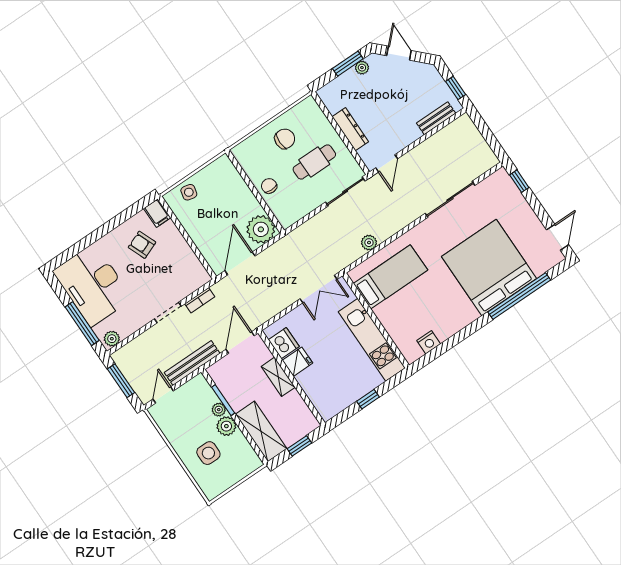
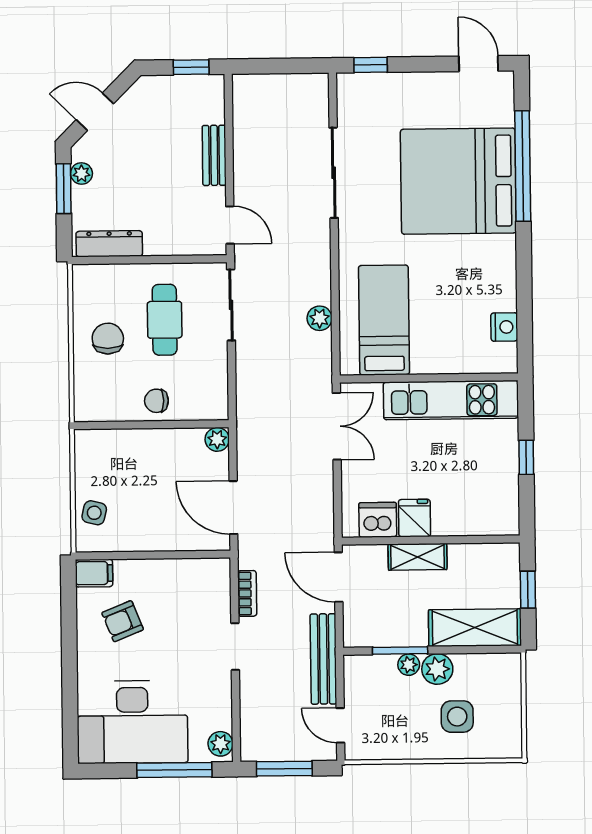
bench: (436, 118) -> (214, 155), moved
dresser: (350, 129) -> (109, 244), moved
plant: (261, 229) -> (217, 439), width x0.53, depth x0.53

